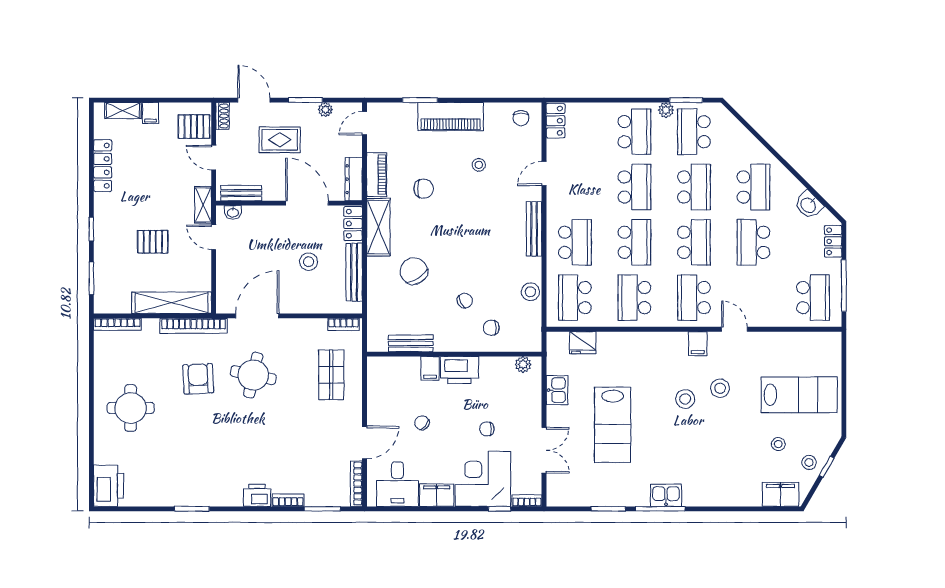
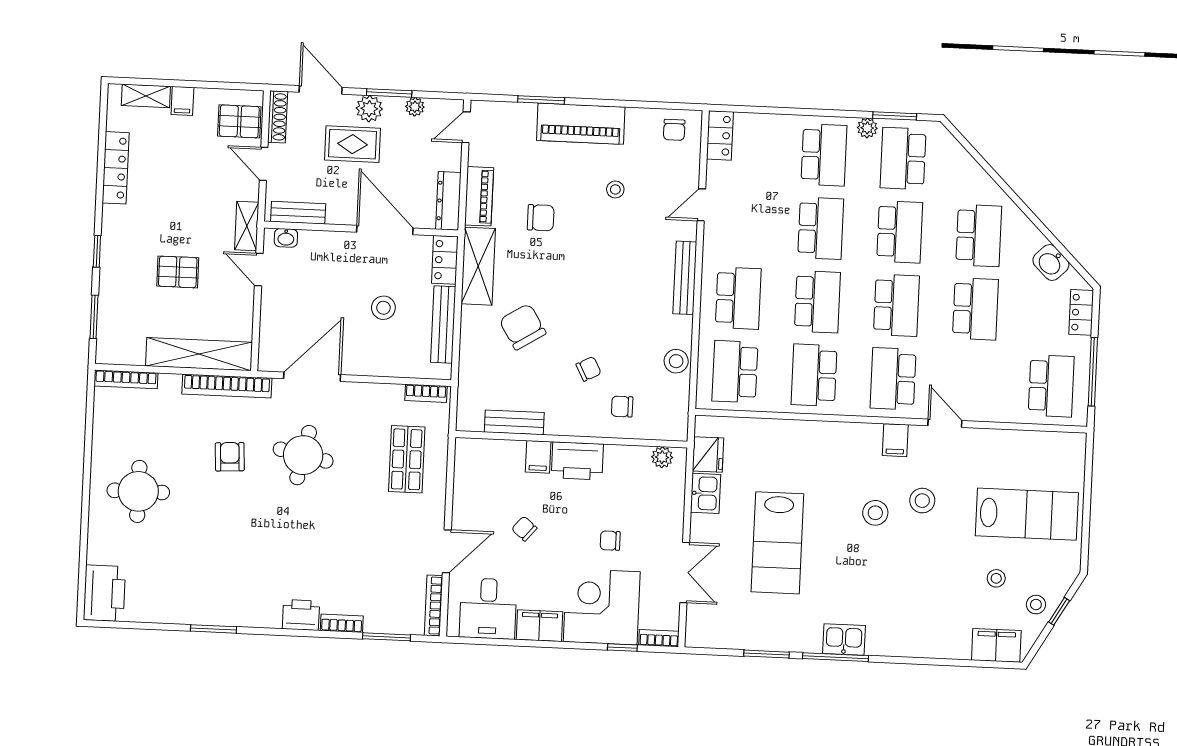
plant: (291, 112) -> (369, 109), added
shoe rack: (223, 116) -> (278, 117), width x1.43
school desk: (753, 242) -> (975, 309), turned 180
fridge: (583, 343) -> (708, 454), moved, turned -90
armchair: (198, 379) -> (230, 457), width x0.72, depth x0.72

